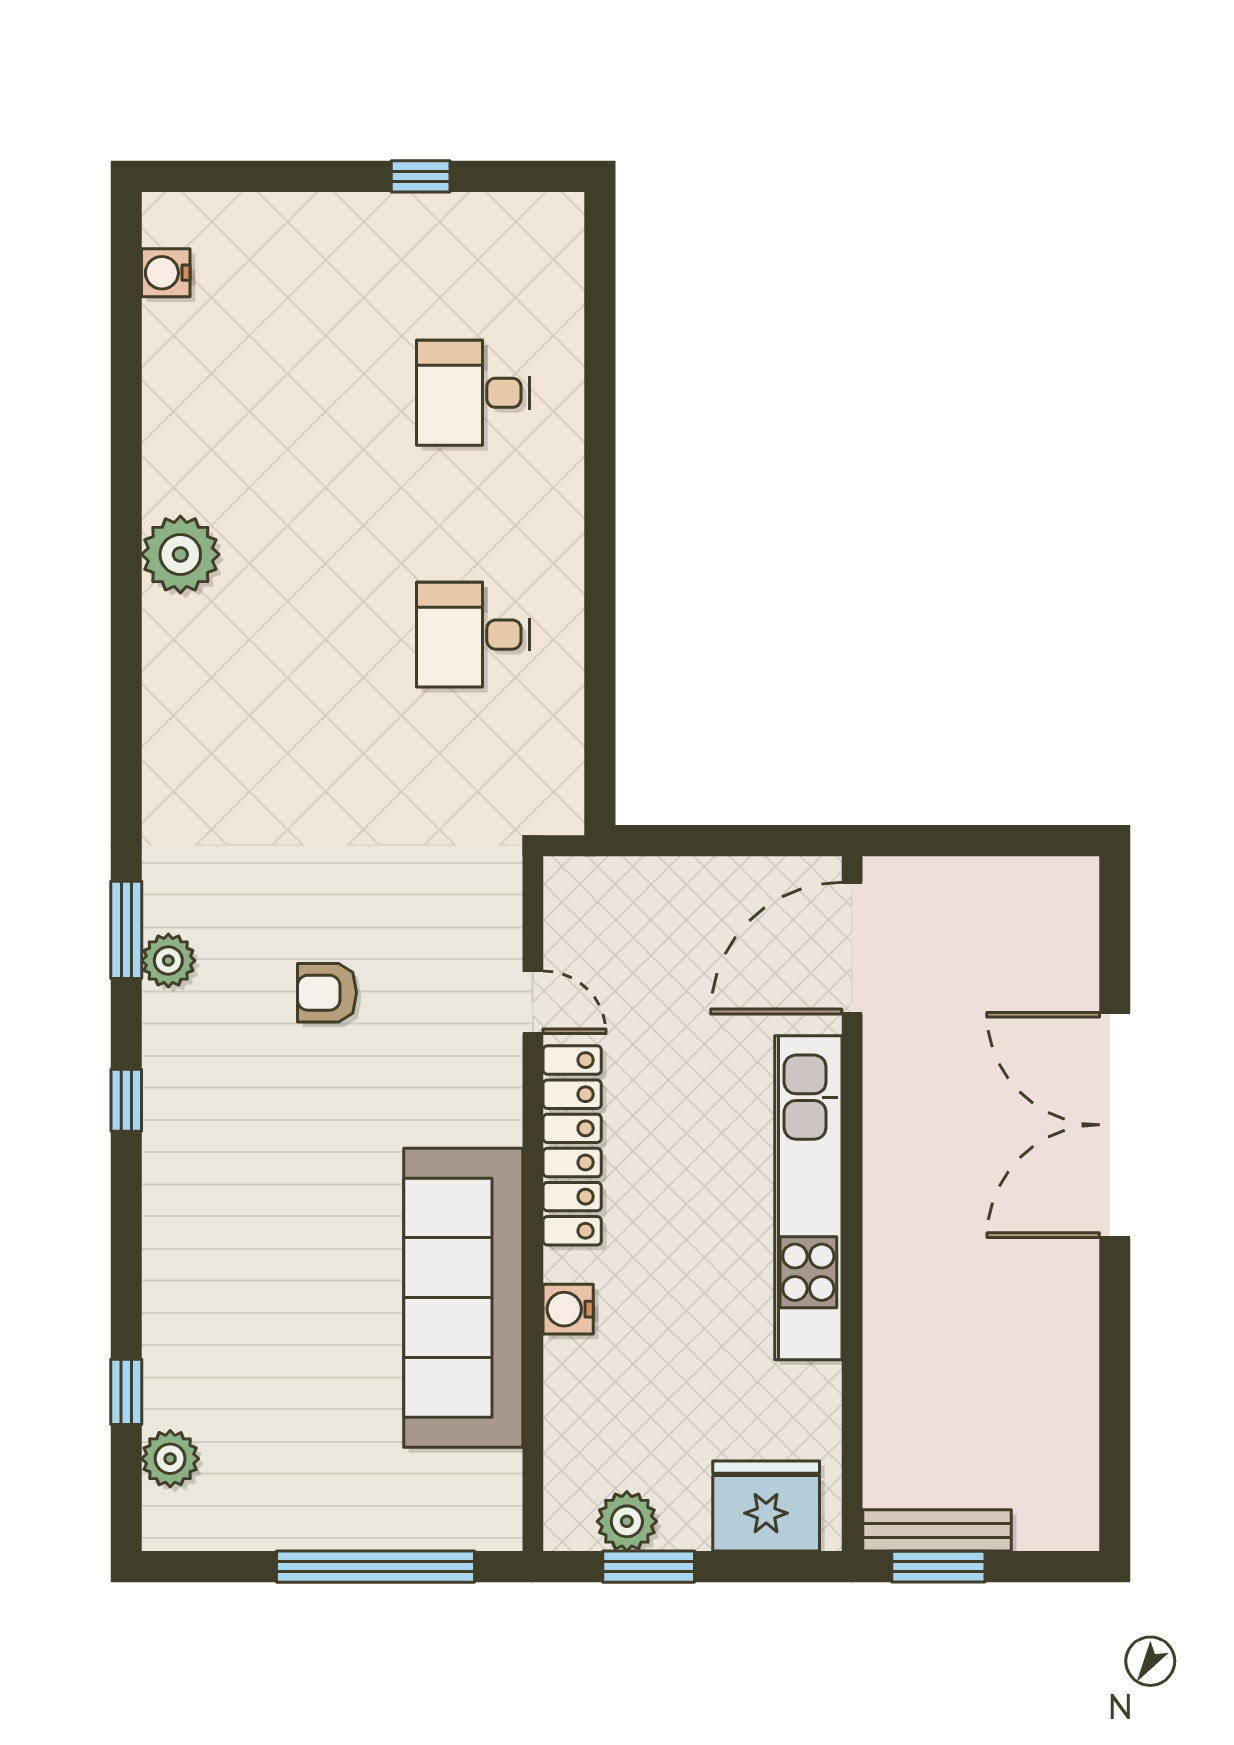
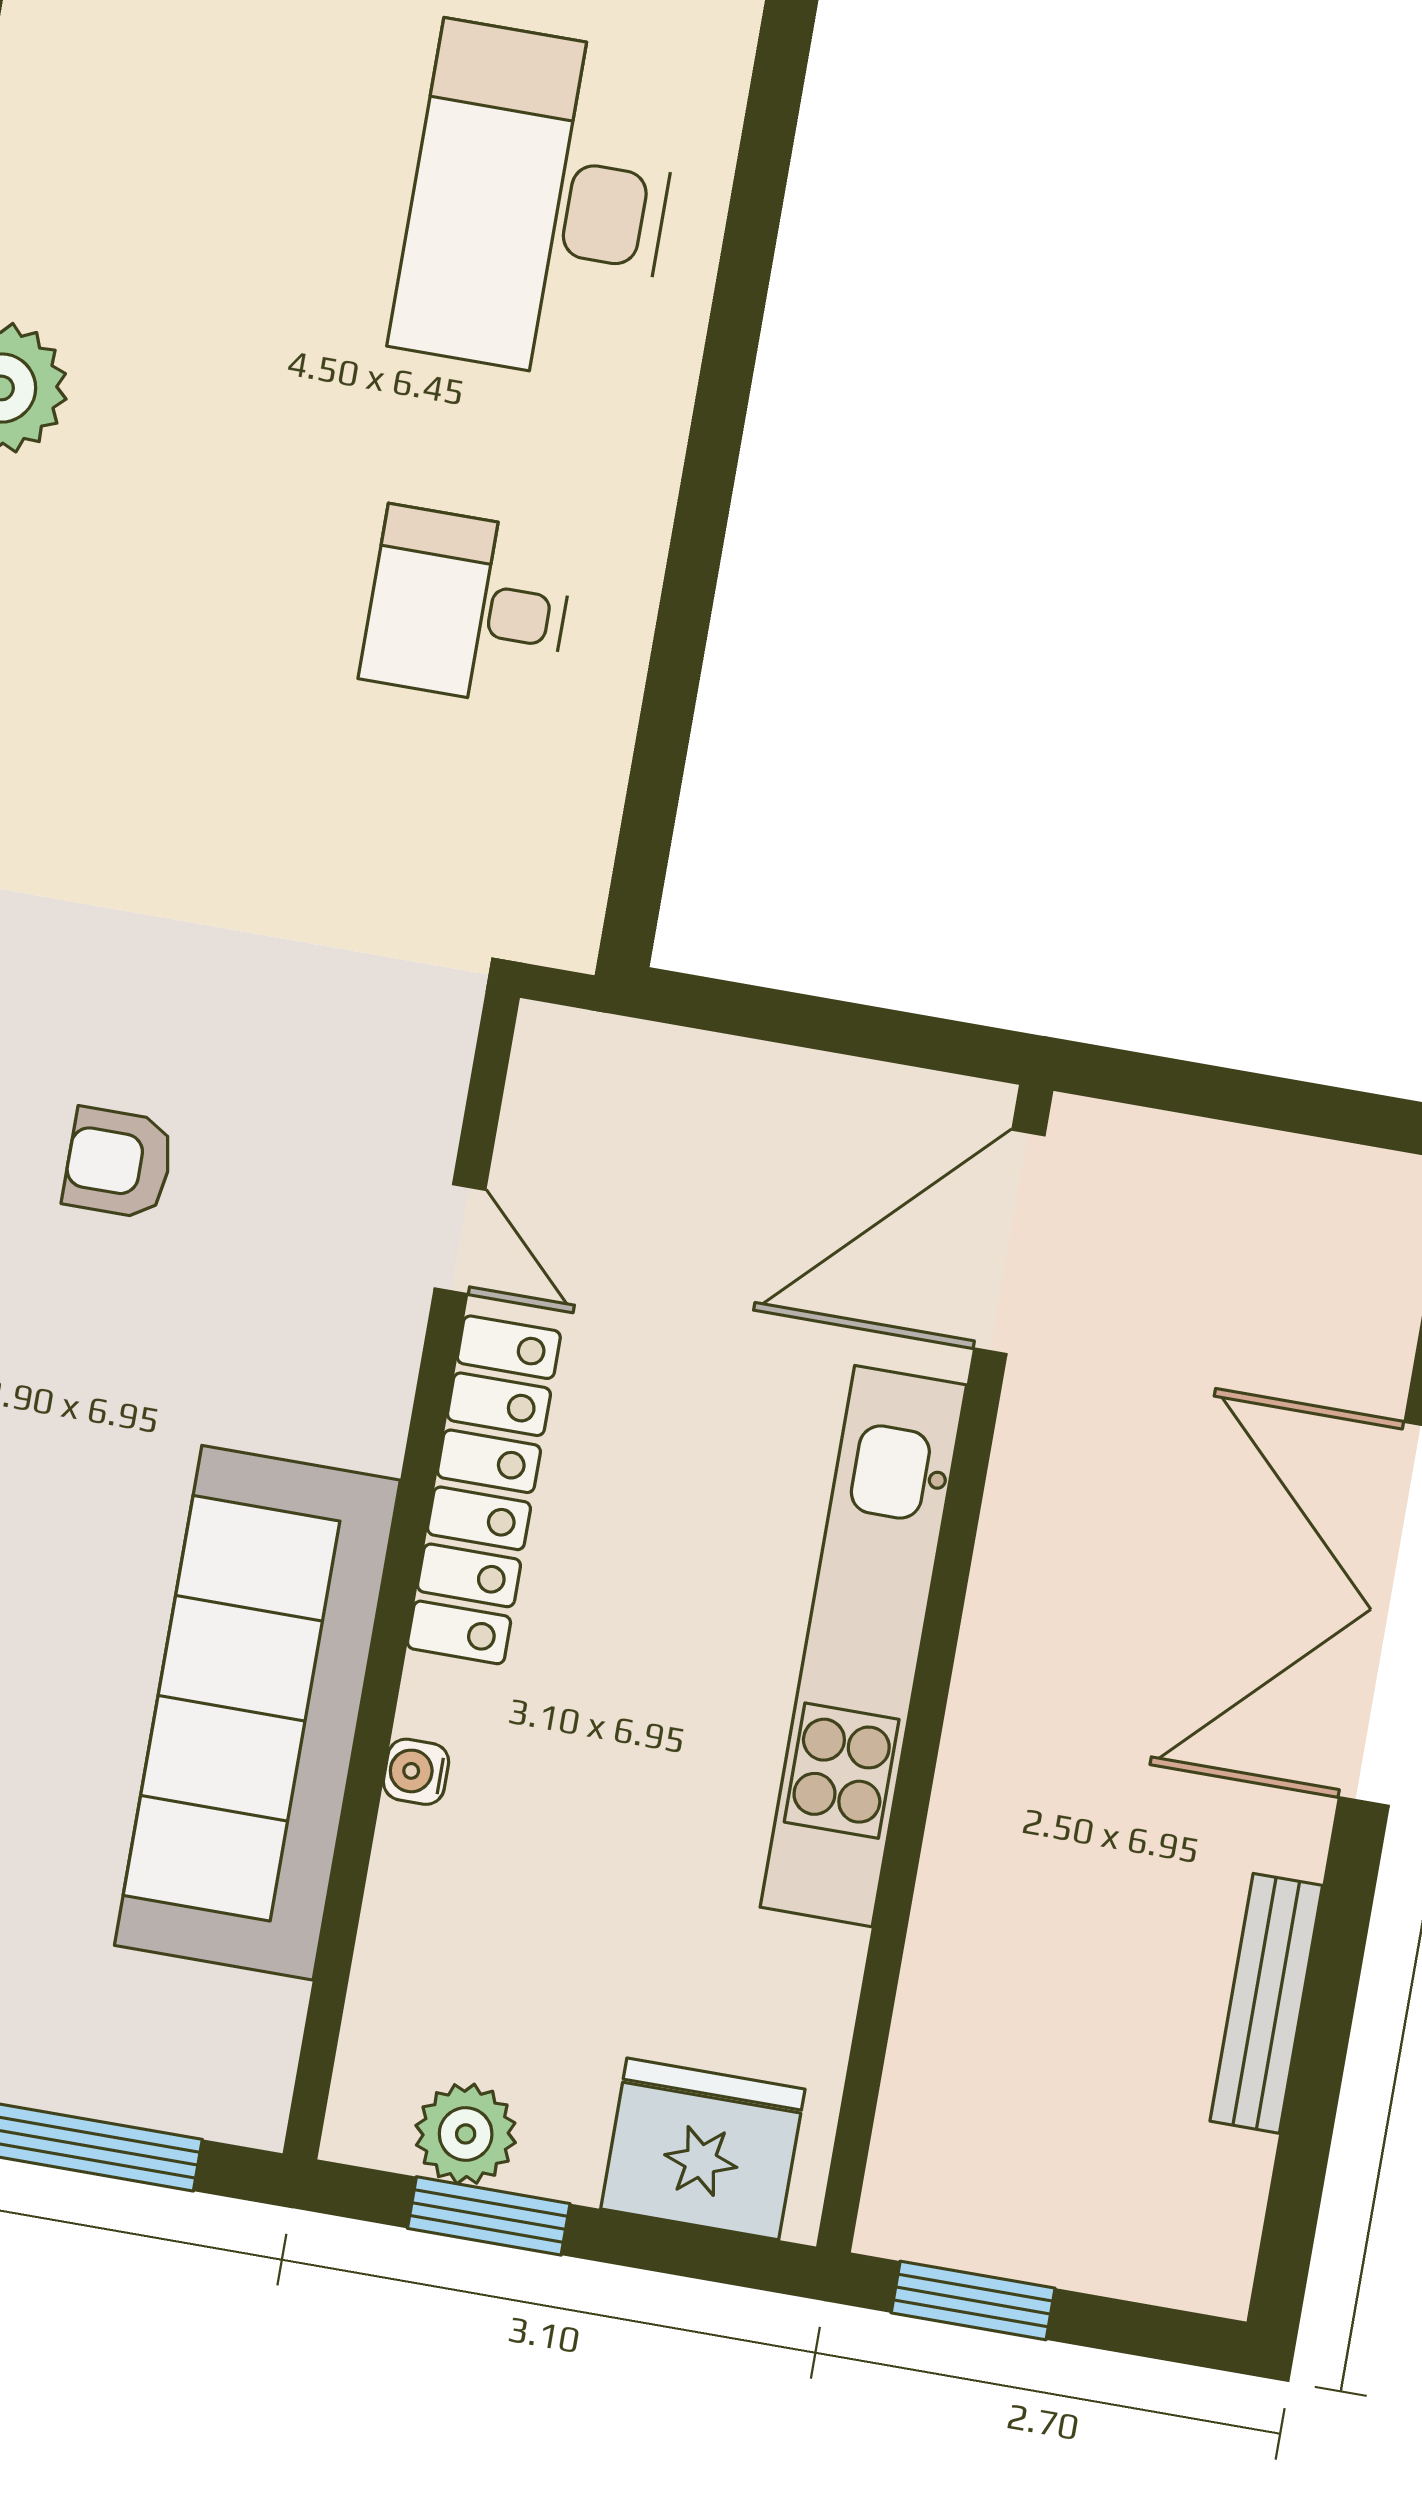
desk: (473, 393) -> (538, 203), width x1.87, depth x1.30
water cooler: (568, 1309) -> (416, 1772), width x0.72, depth x0.72
bench: (937, 1530) -> (1266, 2003), moved, turned 90

